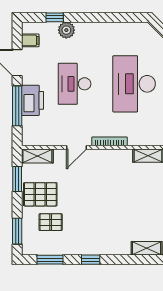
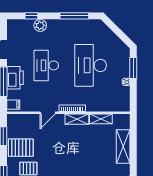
window: (112, 17) -> (74, 16), added
filing cabinet: (30, 40) -> (13, 105), moved
shelving: (37, 156) -> (77, 119), moved

